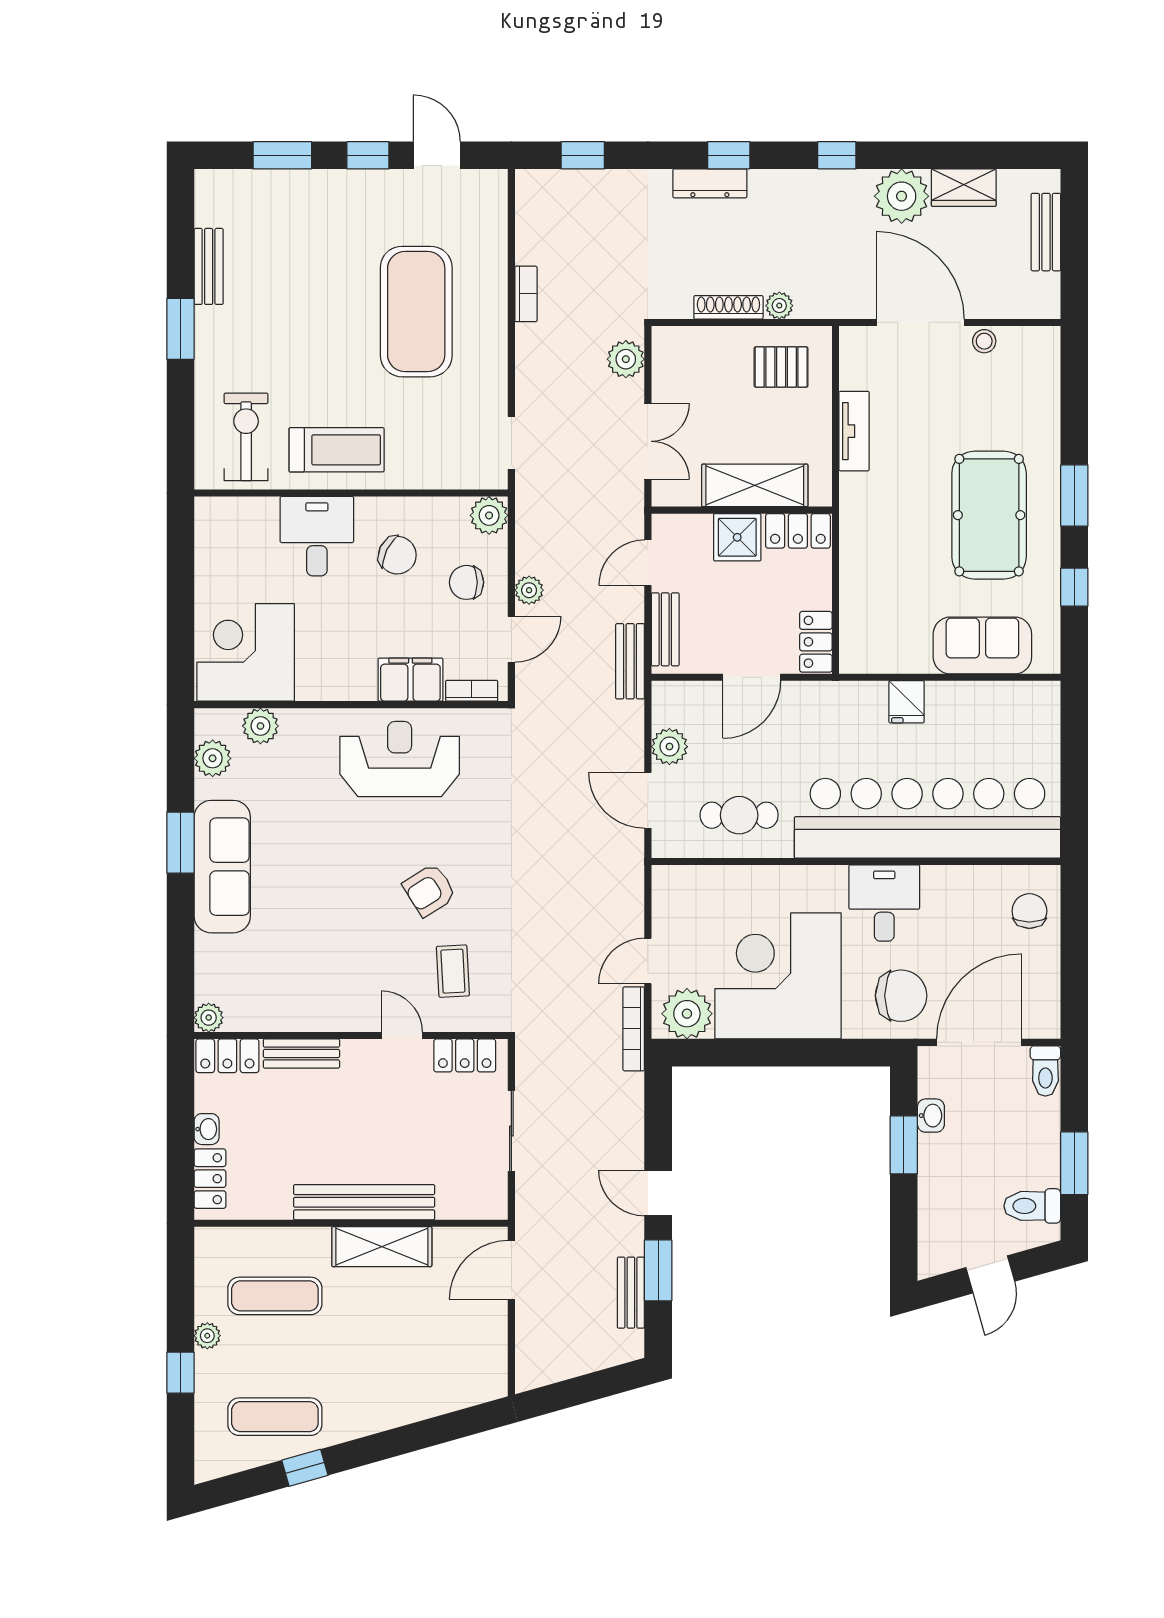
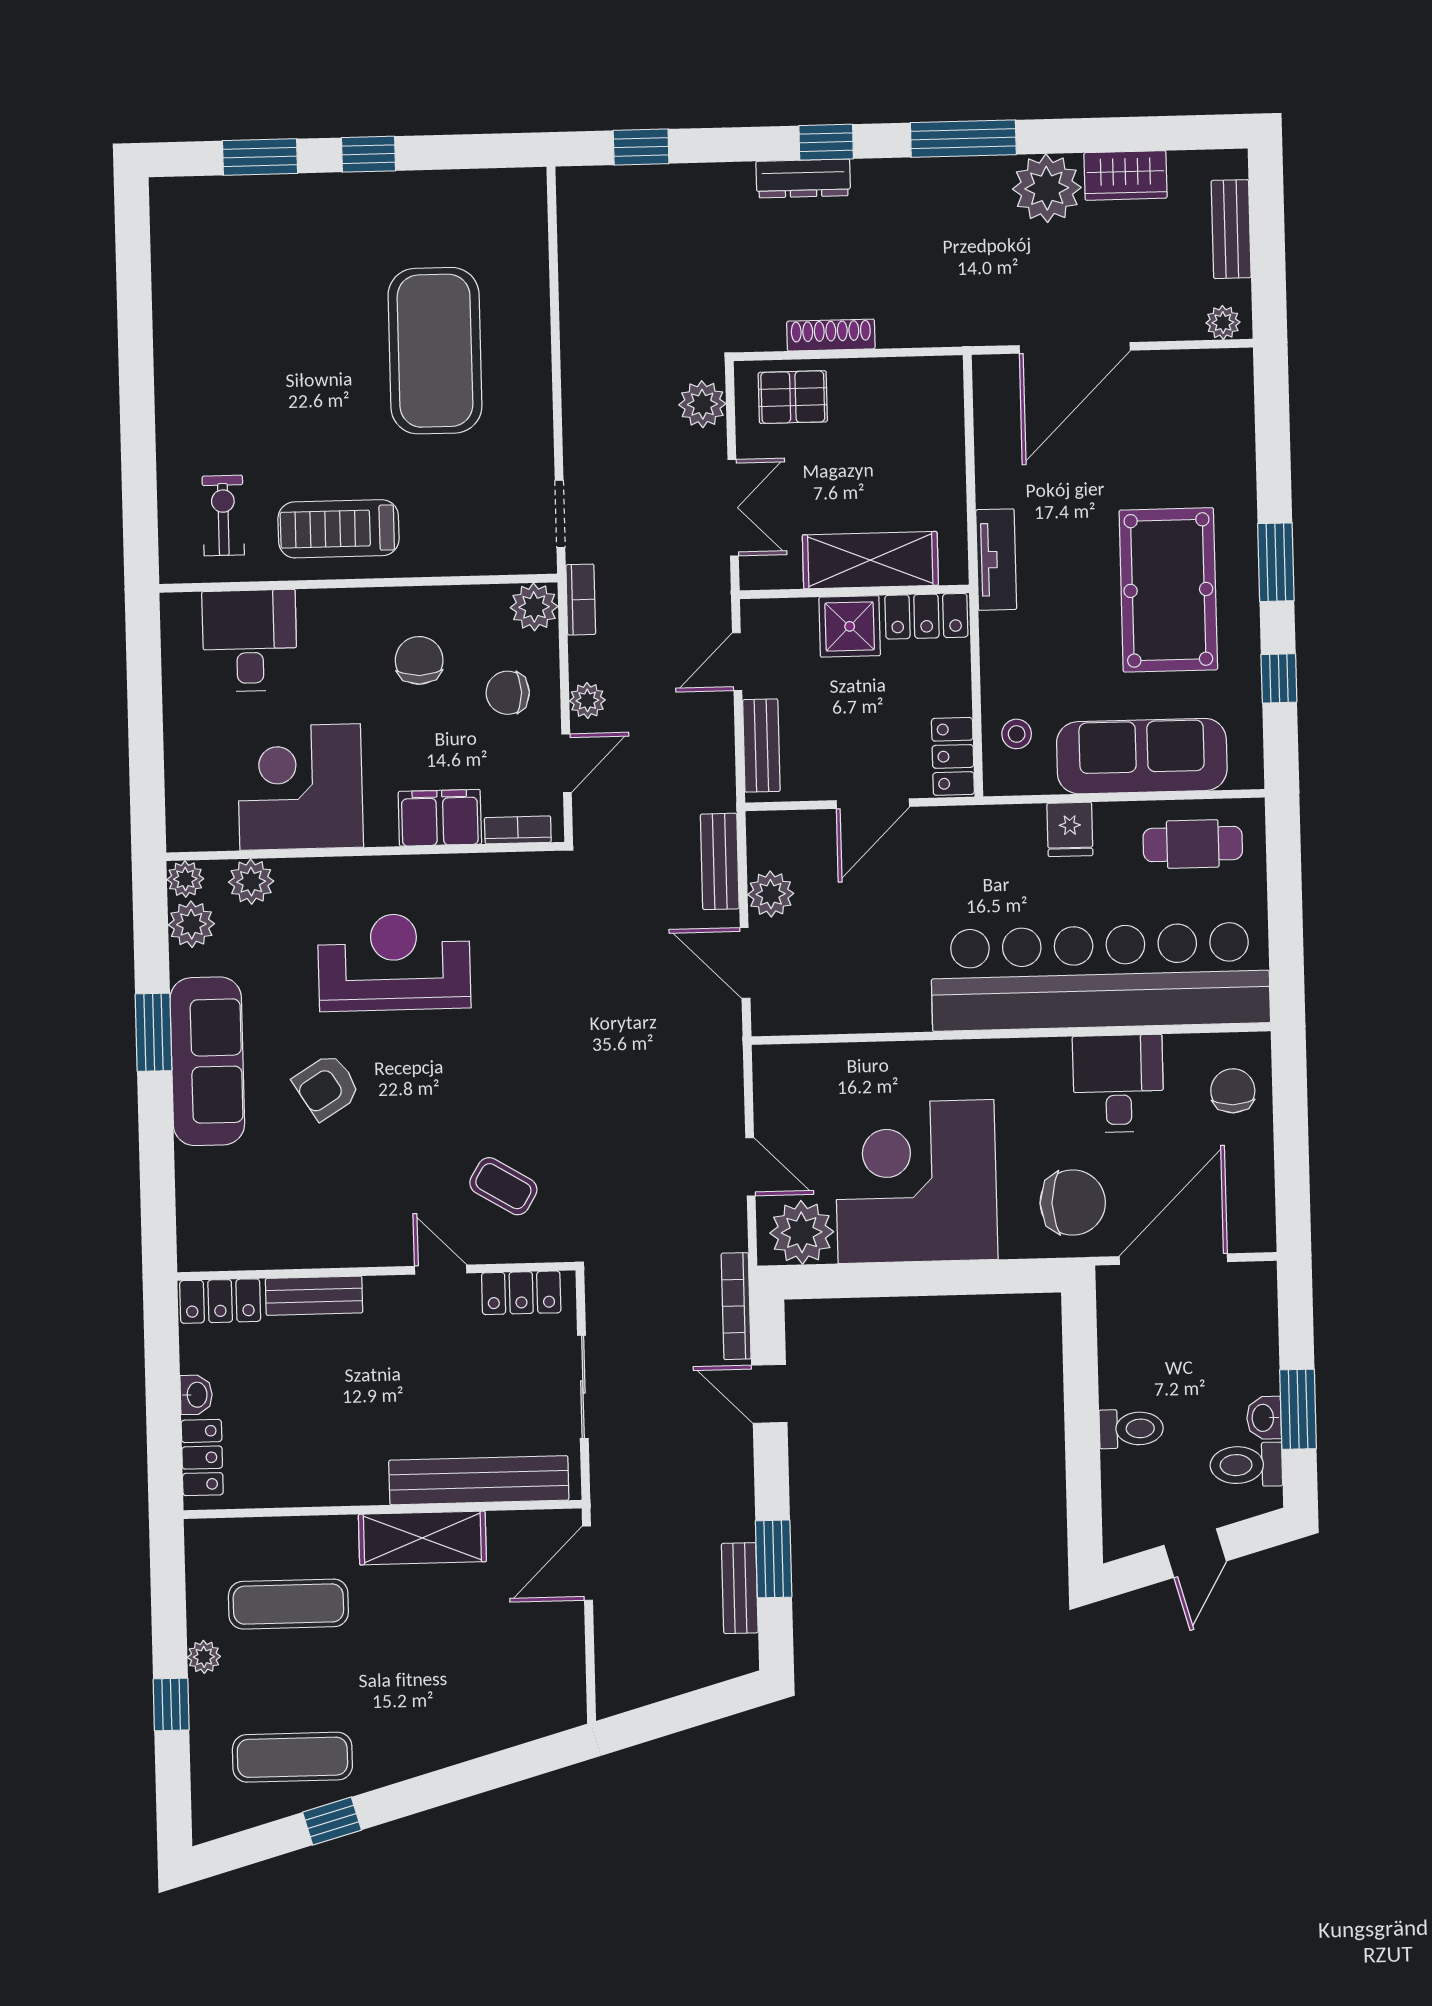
door: (437, 155) -> (456, 152), removed
window: (837, 155) -> (963, 139), width x2.17
bench: (209, 266) -> (170, 300), removed
bookcase: (526, 294) -> (581, 600), moved
plant: (779, 306) -> (1223, 322), moved
door: (920, 322) -> (1075, 348), swing flipped
window: (180, 329) -> (136, 381), removed
stool: (984, 341) -> (1017, 734), moved
pallet: (781, 367) -> (793, 397), moved
tv unit: (854, 431) -> (996, 560), moved
exercise bike: (246, 437) -> (223, 515), width x0.73, depth x0.72
treadmill: (337, 450) -> (339, 529), turned 180
desk: (317, 536) -> (250, 641), moved
chair: (397, 555) -> (419, 660), turned -116
sofa: (982, 645) -> (1142, 756), width x1.36
corner desk: (246, 652) -> (300, 787), moved
bench: (630, 661) -> (720, 861), moved
reception desk: (400, 759) -> (394, 962), moved
cafe table: (739, 815) -> (1193, 844), moved
armchair: (429, 890) -> (327, 1087), moved
desk: (884, 903) -> (1118, 1084), moved
door: (648, 961) -> (750, 1167), swing flipped
coffee table: (453, 971) -> (503, 1186), turned -56
plant: (209, 1018) -> (185, 879), moved
bookcase: (634, 1029) -> (736, 1306), moved
toilet: (1045, 1071) -> (1131, 1429), moved, turned -90
washbasin: (931, 1116) -> (1264, 1418), moved, turned 180
window: (904, 1145) -> (1081, 1392), removed
door: (658, 1193) -> (769, 1394), moved
bench: (364, 1202) -> (479, 1480), moved

